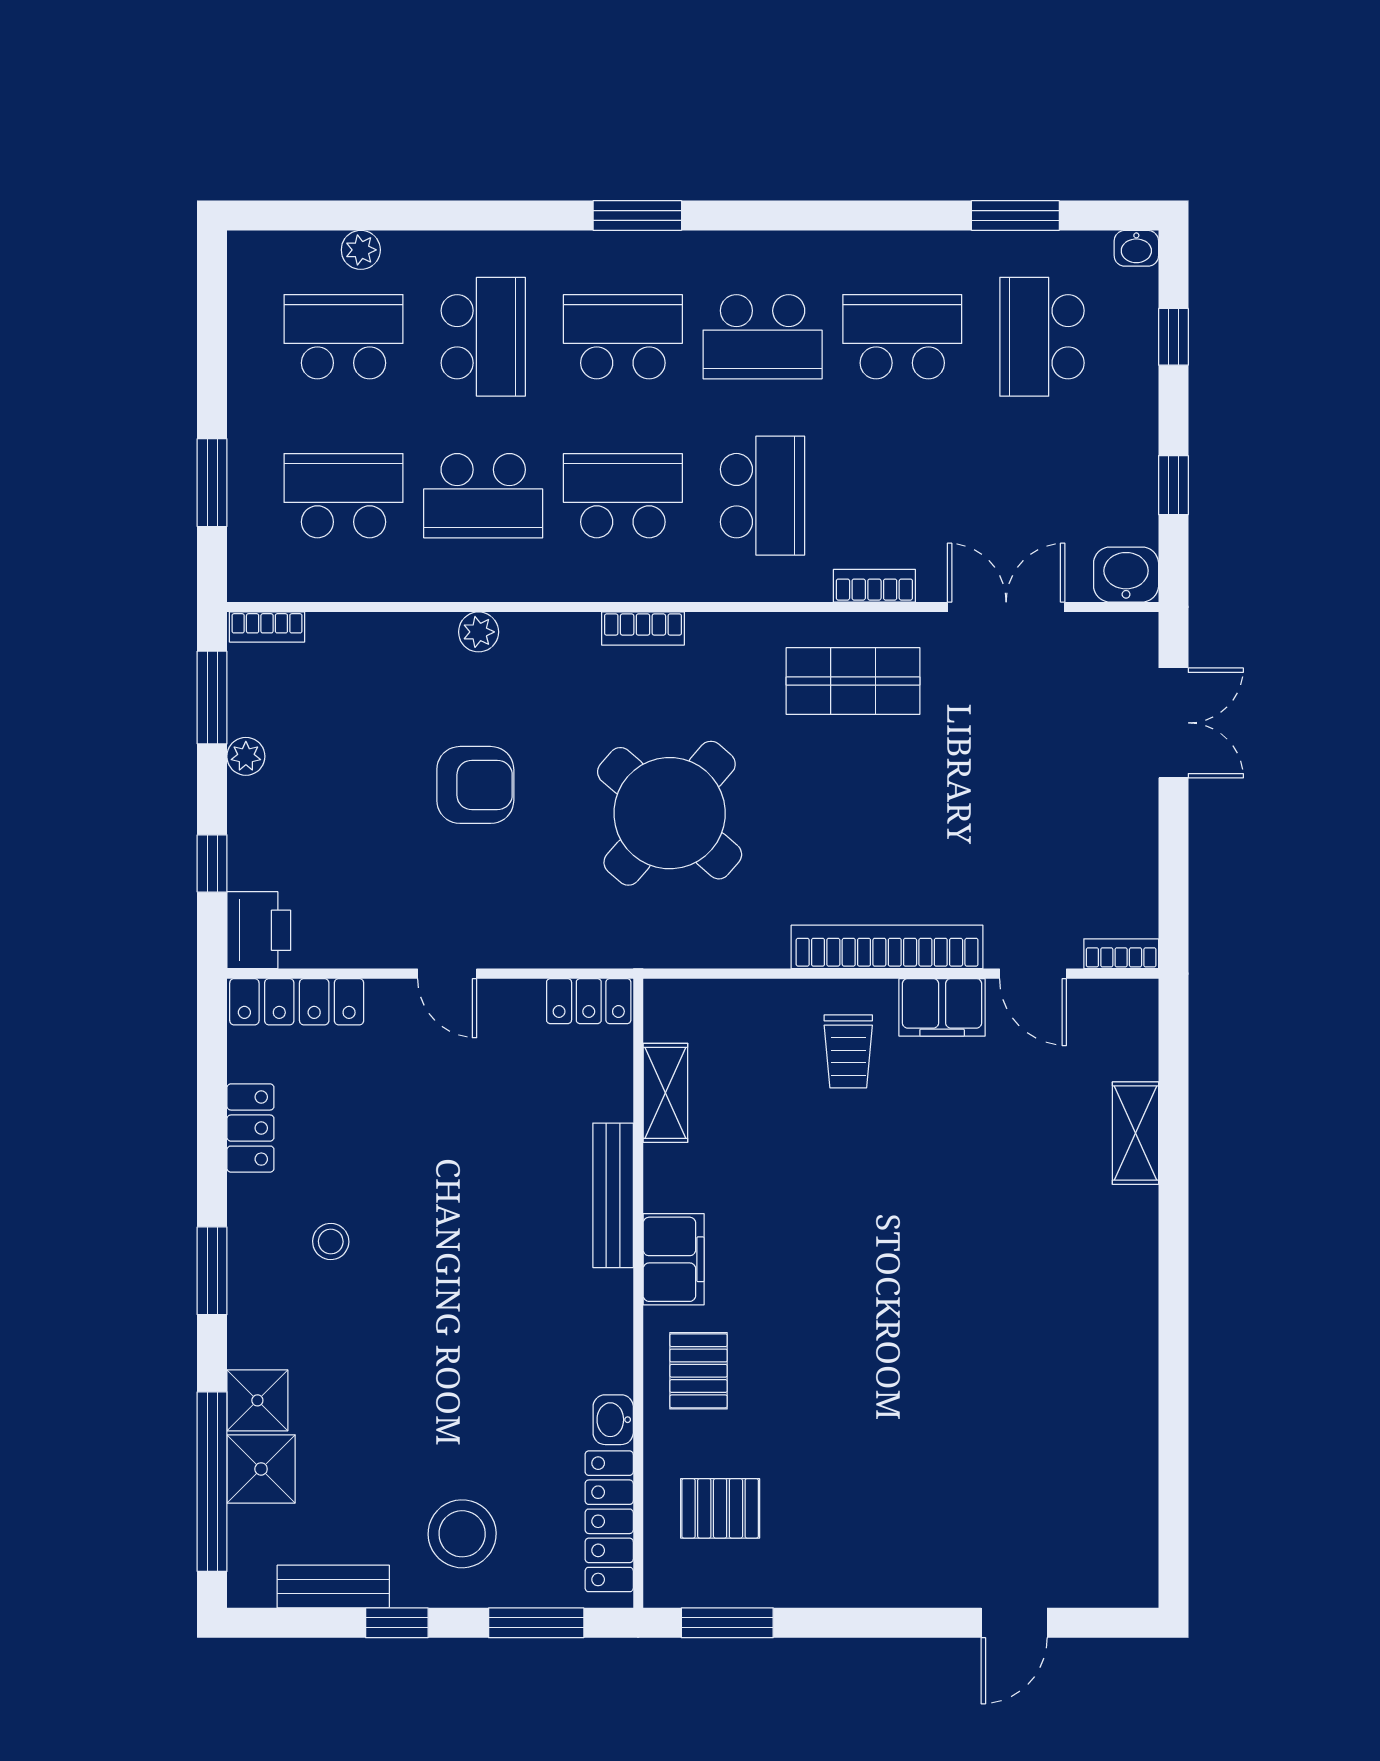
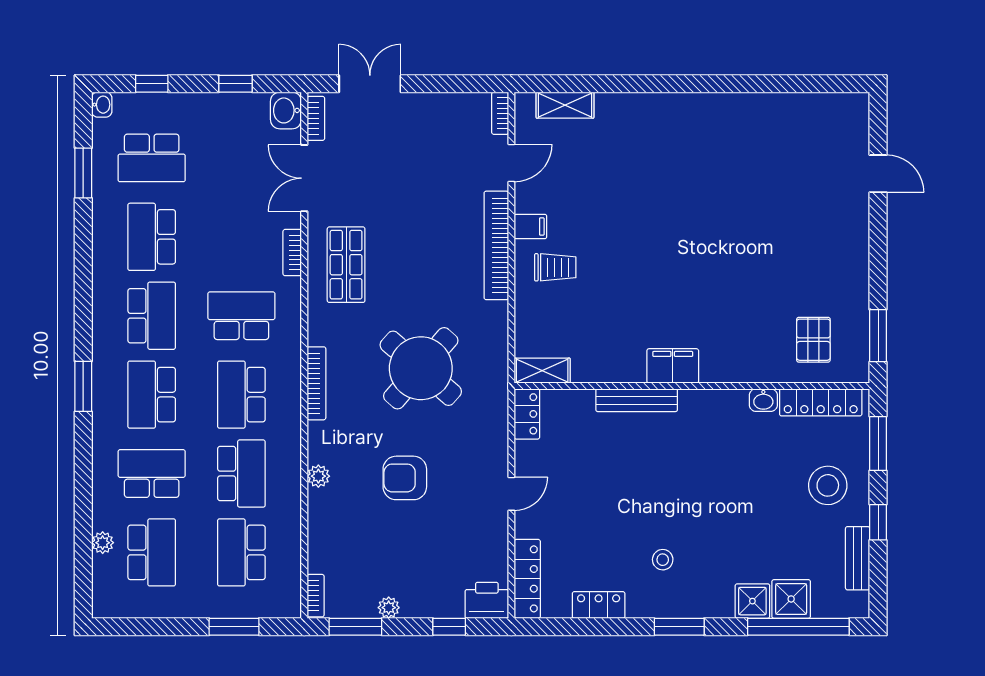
school desk: (344, 337) -> (152, 552), turned 180
bookcase: (1112, 627) -> (316, 118), added
bookcase: (643, 628) -> (316, 383), width x1.56
armchair: (475, 785) -> (405, 478), turned -90
filing cabinet: (942, 1007) -> (530, 227), width x0.50
shelving: (665, 1093) -> (542, 371), moved
shelving: (1135, 1133) -> (565, 105), moved
pallet: (699, 1371) -> (736, 352), removed

